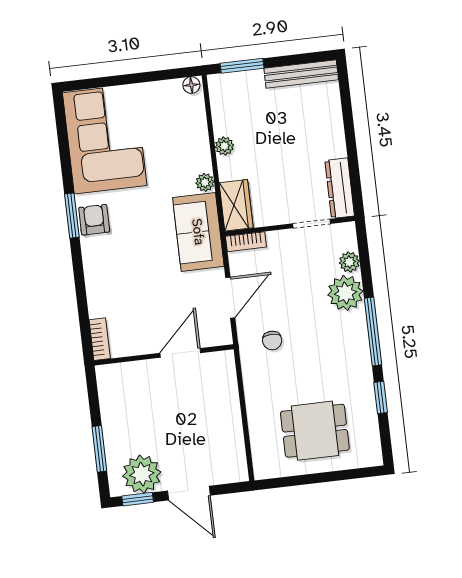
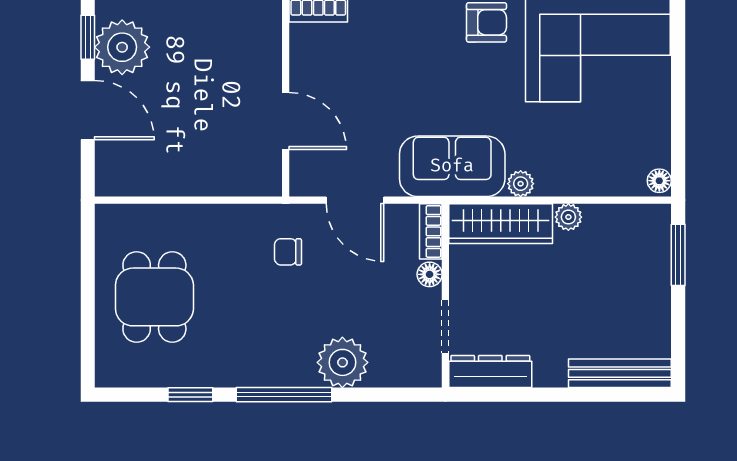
bench: (301, 74) -> (620, 373), moved, turned 90
wardrobe: (236, 205) -> (501, 224), width x1.50
floor lamp: (276, 239) -> (430, 274), added
plant: (349, 262) -> (385, 373), removed
door: (189, 493) -> (88, 110), swing flipped

